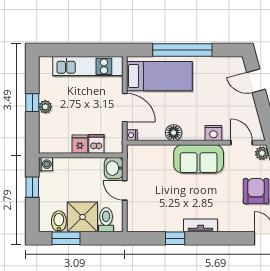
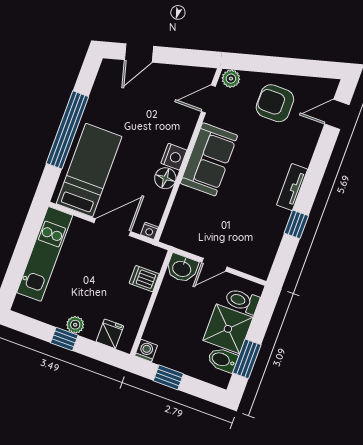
nightstand: (213, 133) -> (174, 157), moved
fridge: (80, 144) -> (110, 334), moved, turned 90

